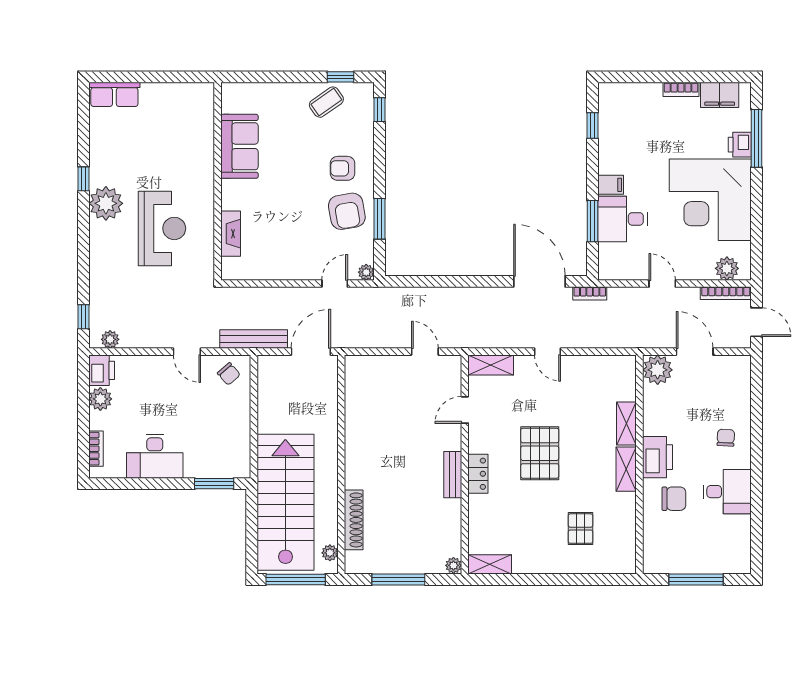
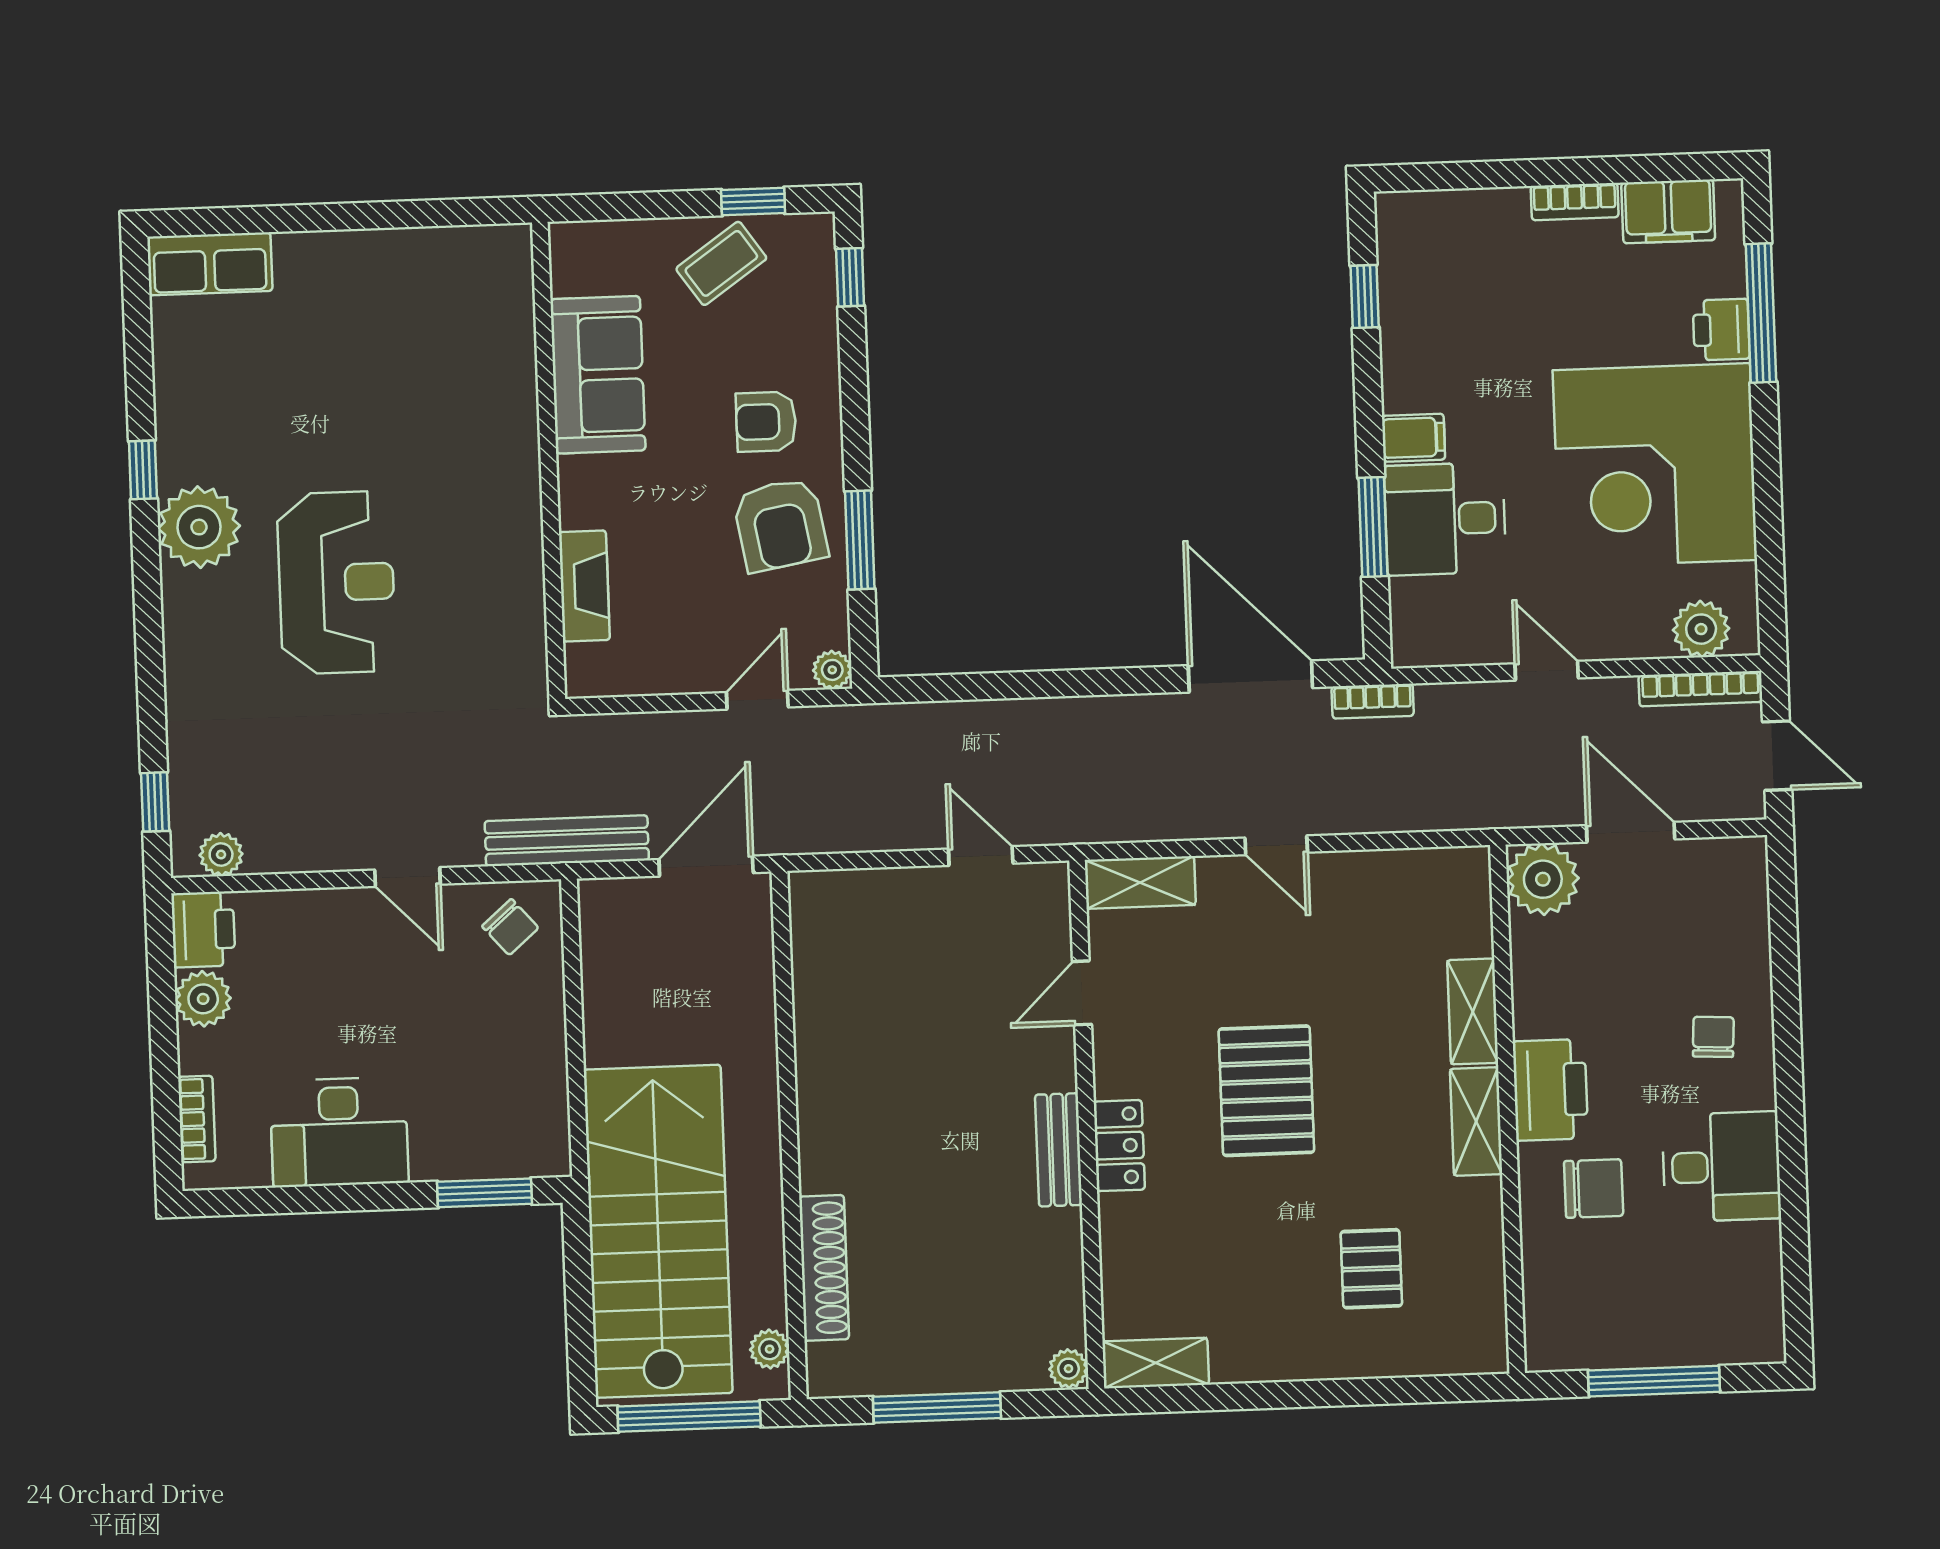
sofa: (239, 146) -> (598, 375), moved
wall: (218, 181) -> (549, 461), moved
fireplace: (231, 234) -> (584, 586), moved

